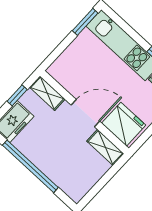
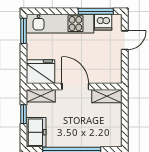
door: (85, 113) -> (75, 86), hinge flipped
fridge: (124, 124) -> (41, 72), moved

